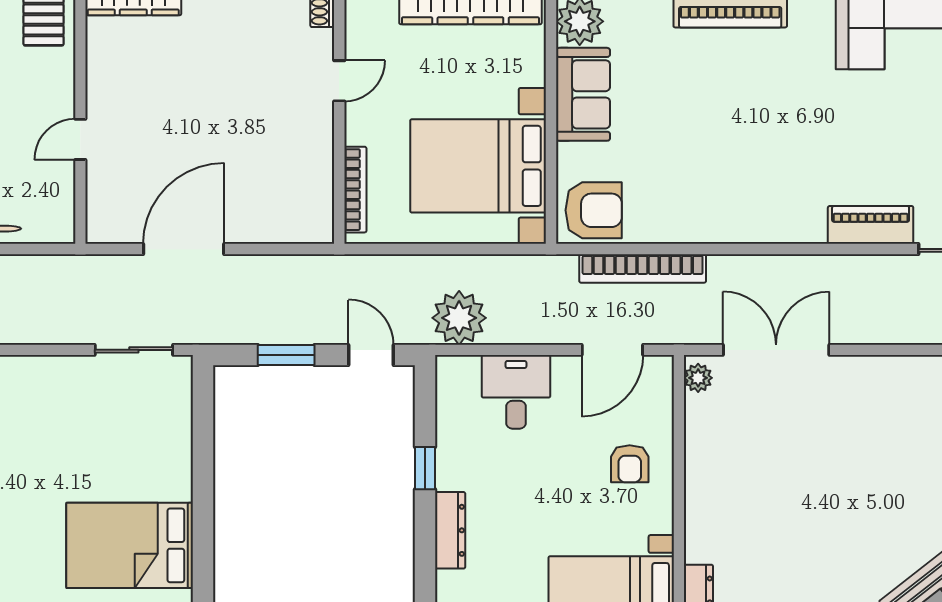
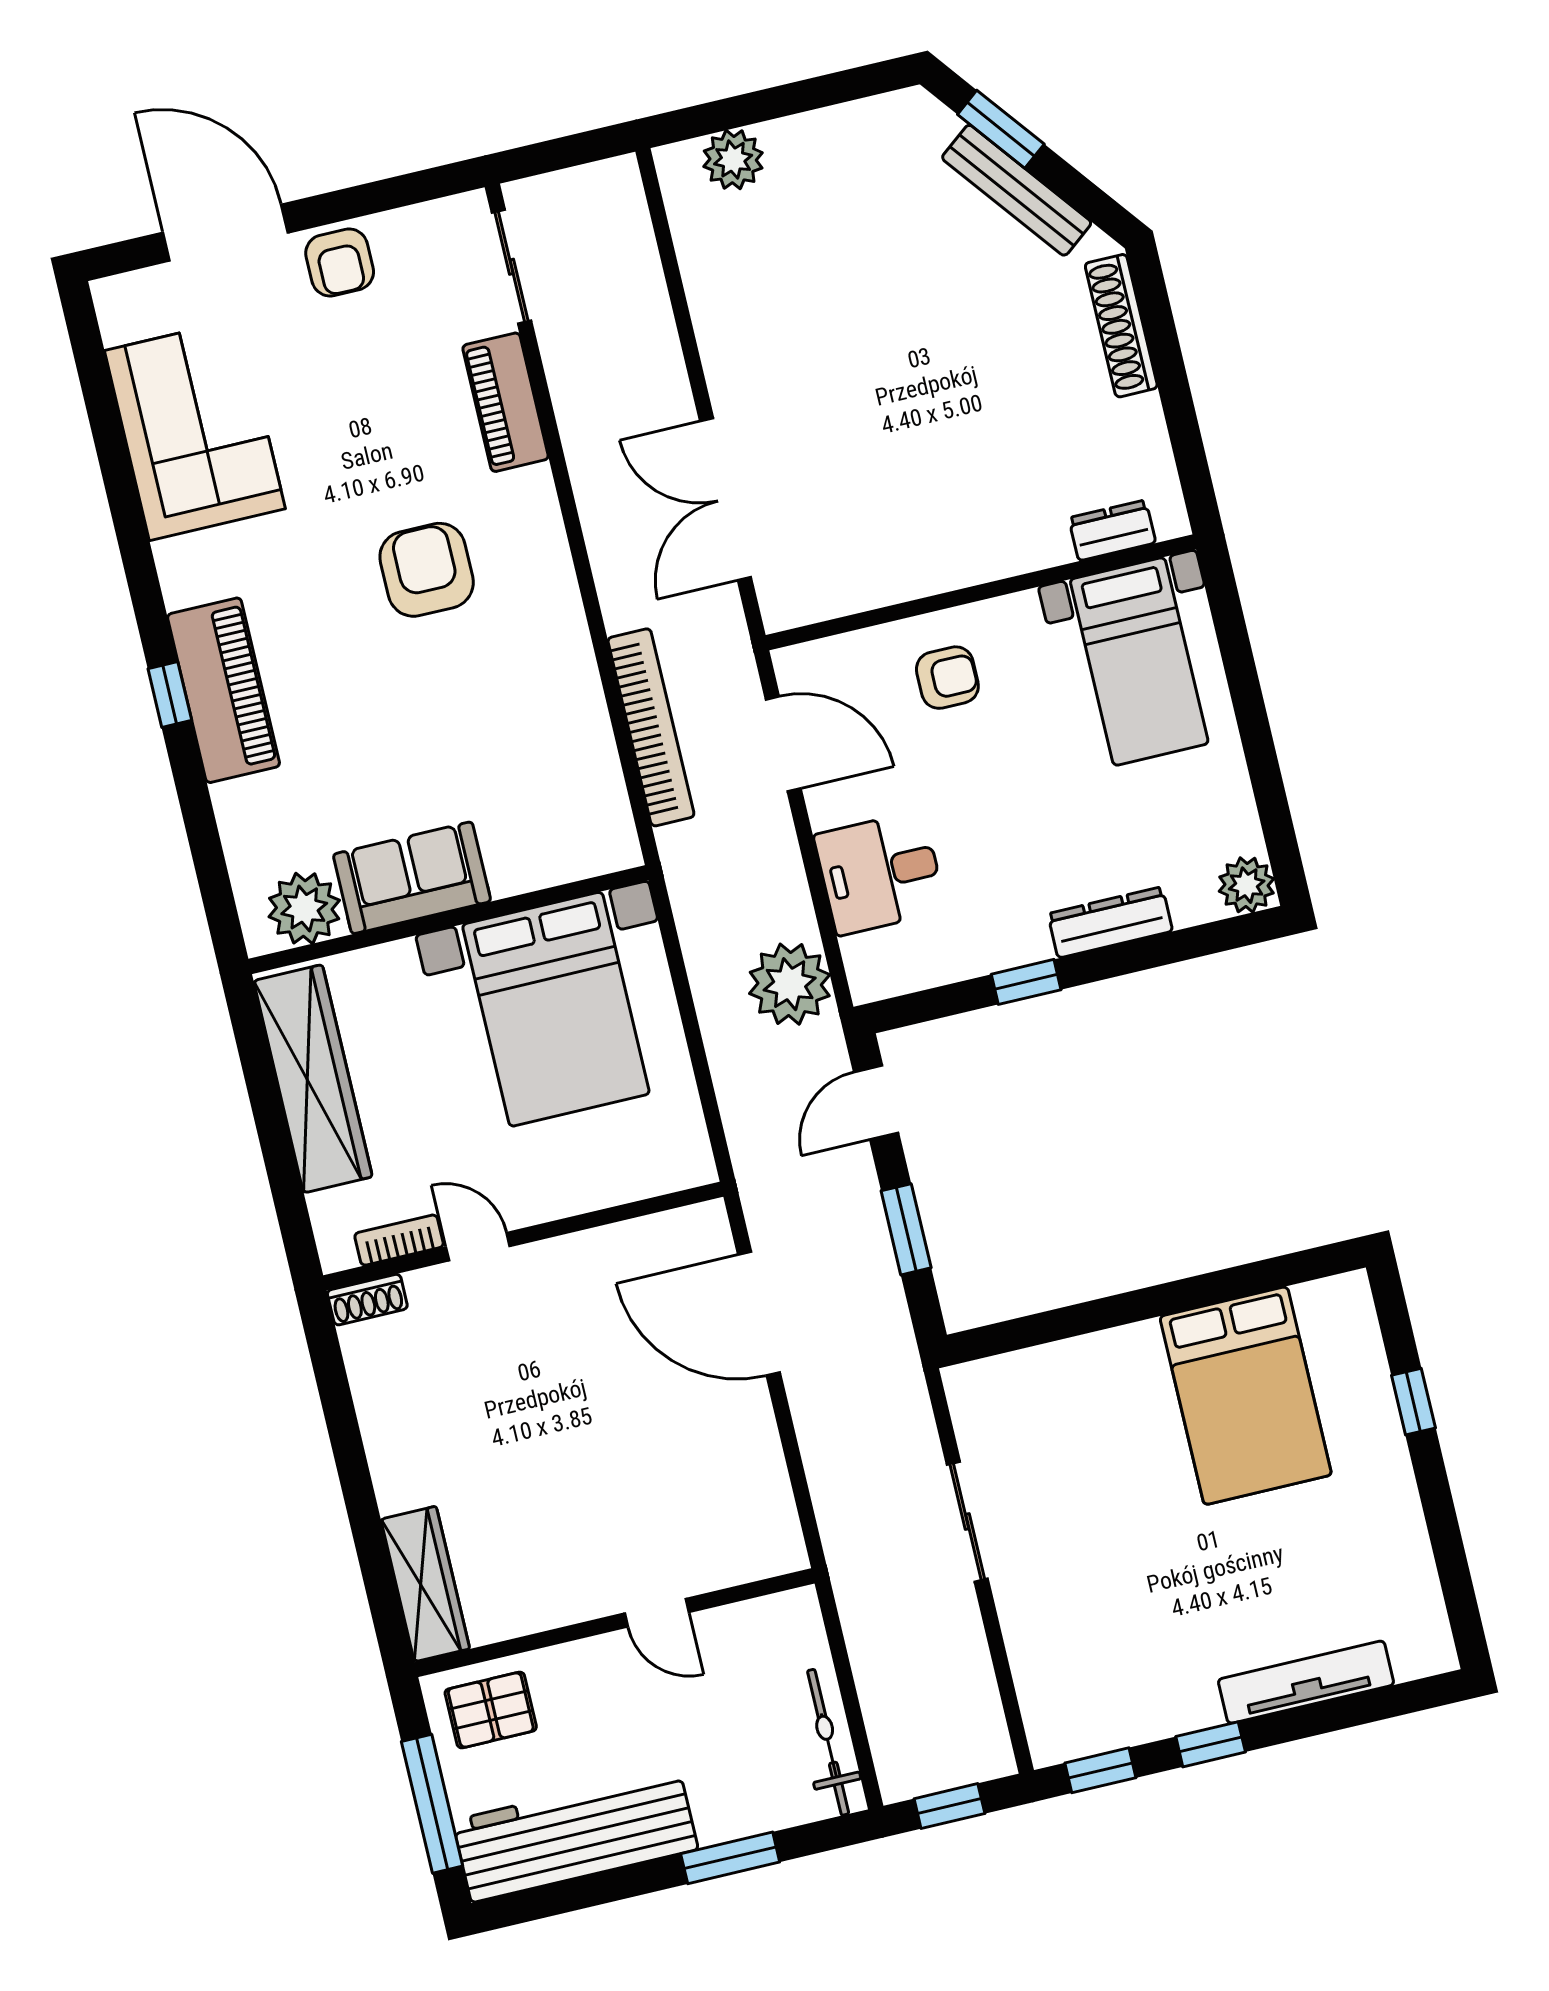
bookcase: (355, 190) -> (399, 1240), moved, width x0.64
armchair: (594, 210) -> (427, 570), moved
door: (184, 249) -> (759, 1314), moved
sliding door: (134, 350) -> (967, 1522), moved
plant: (698, 378) -> (795, 606), removed

